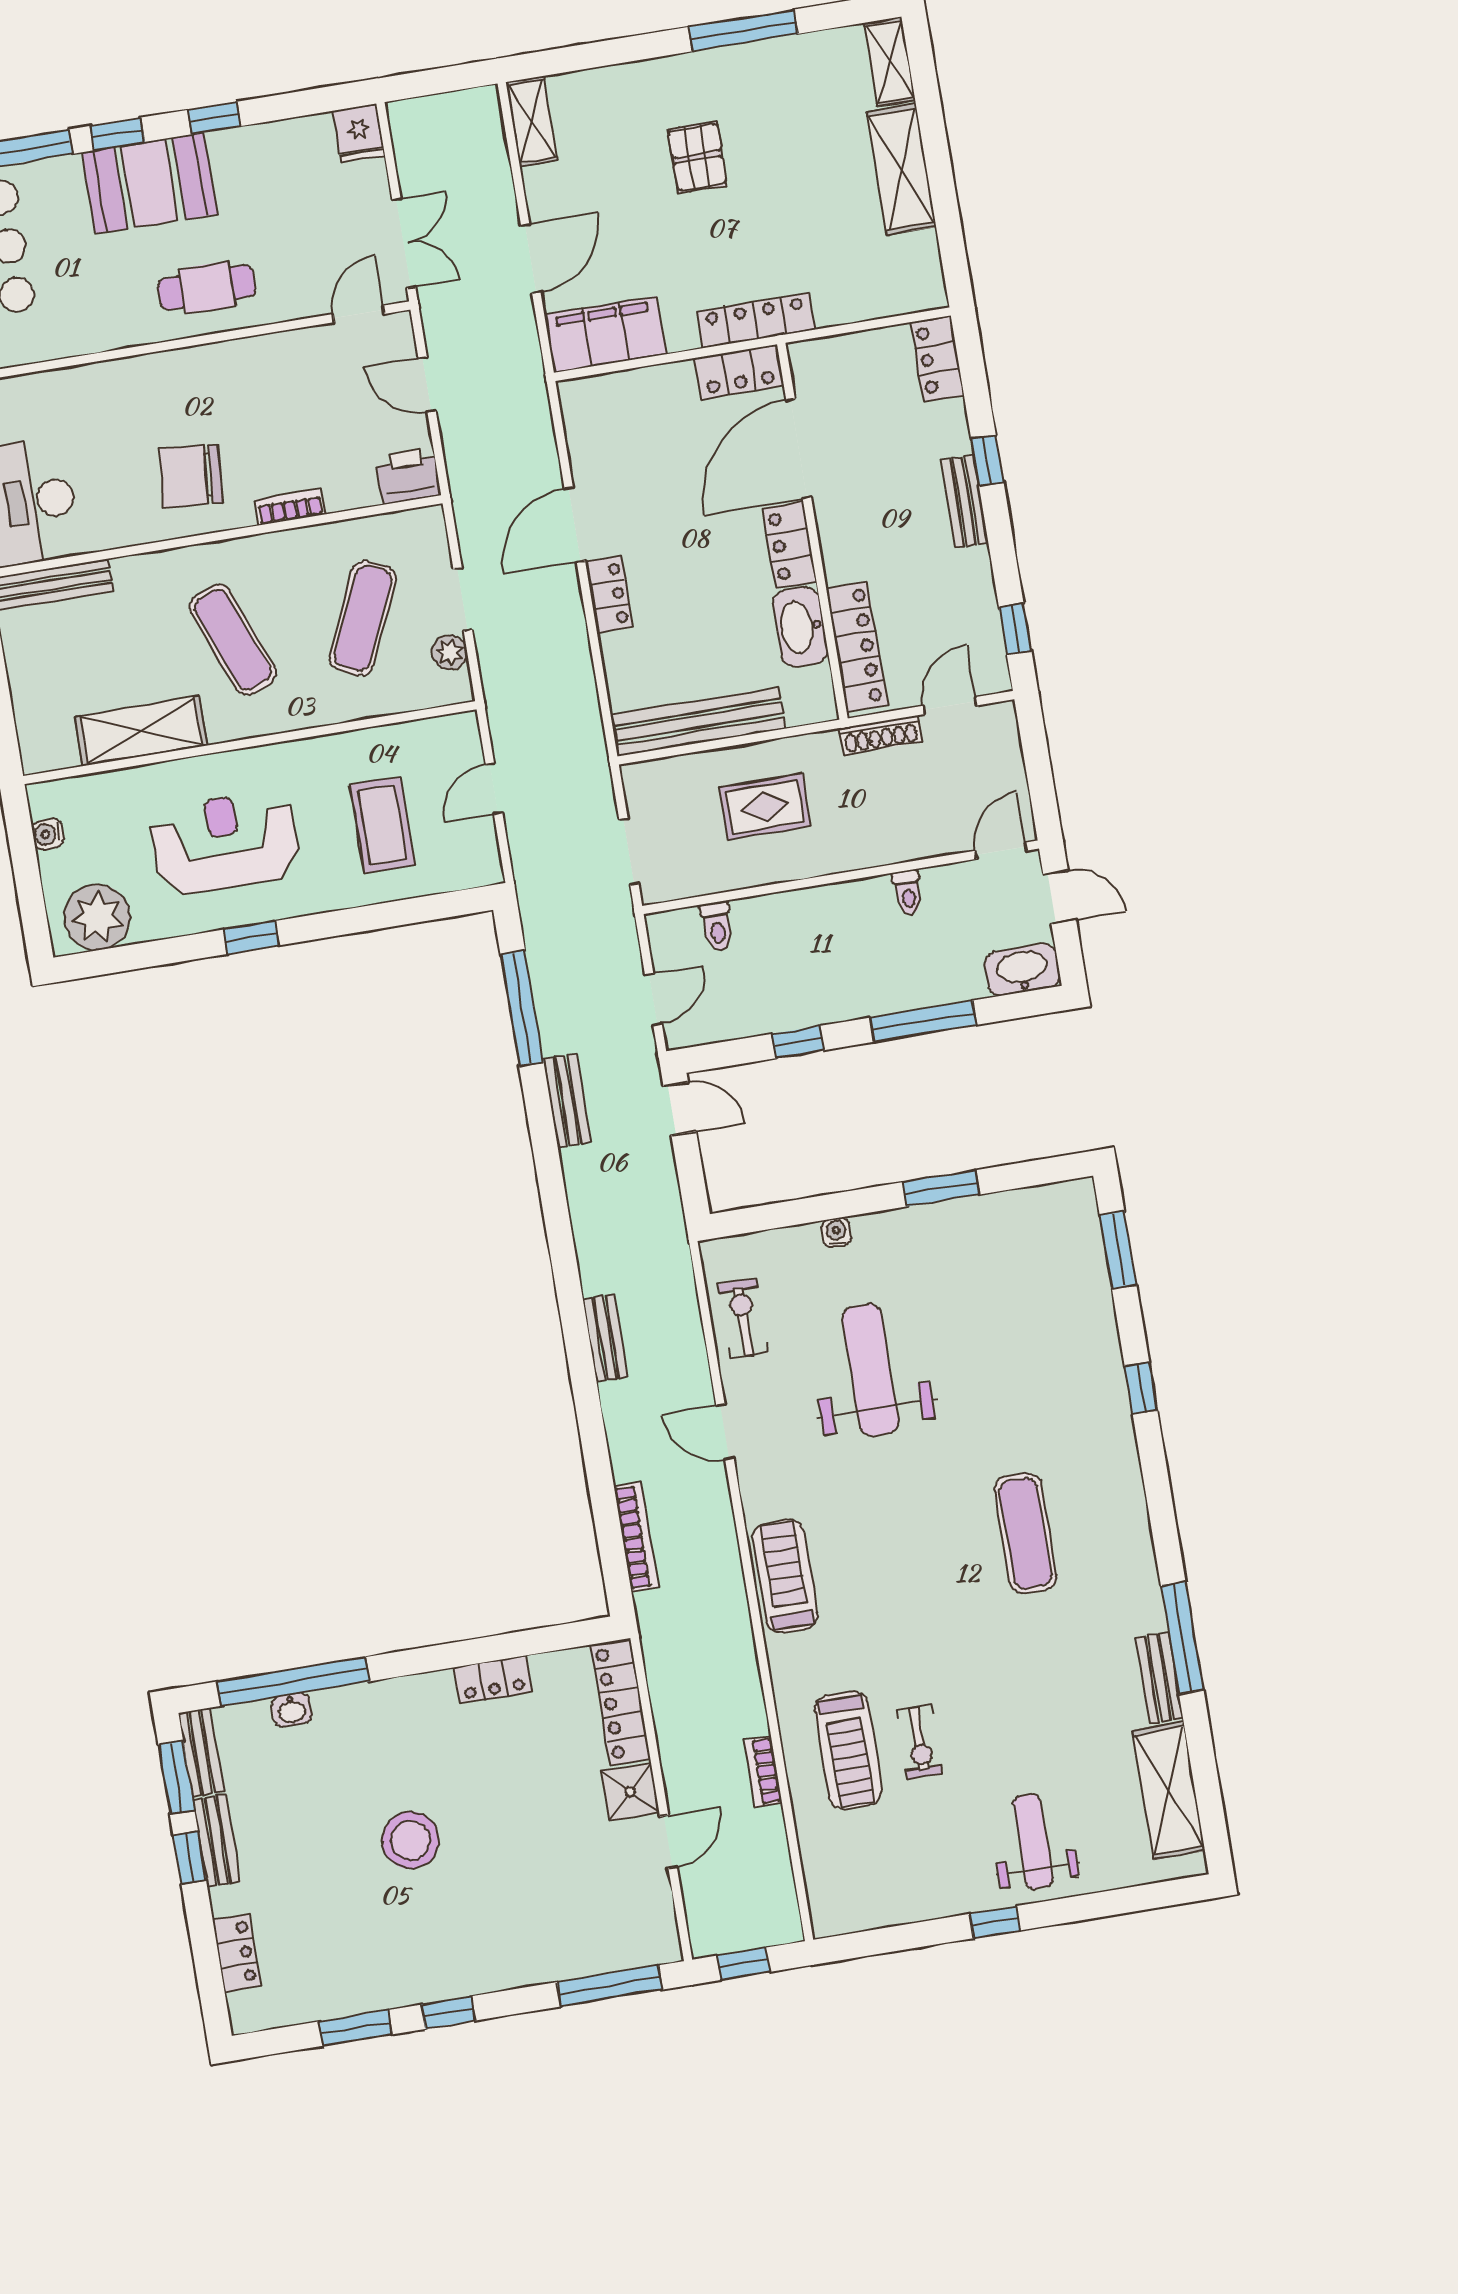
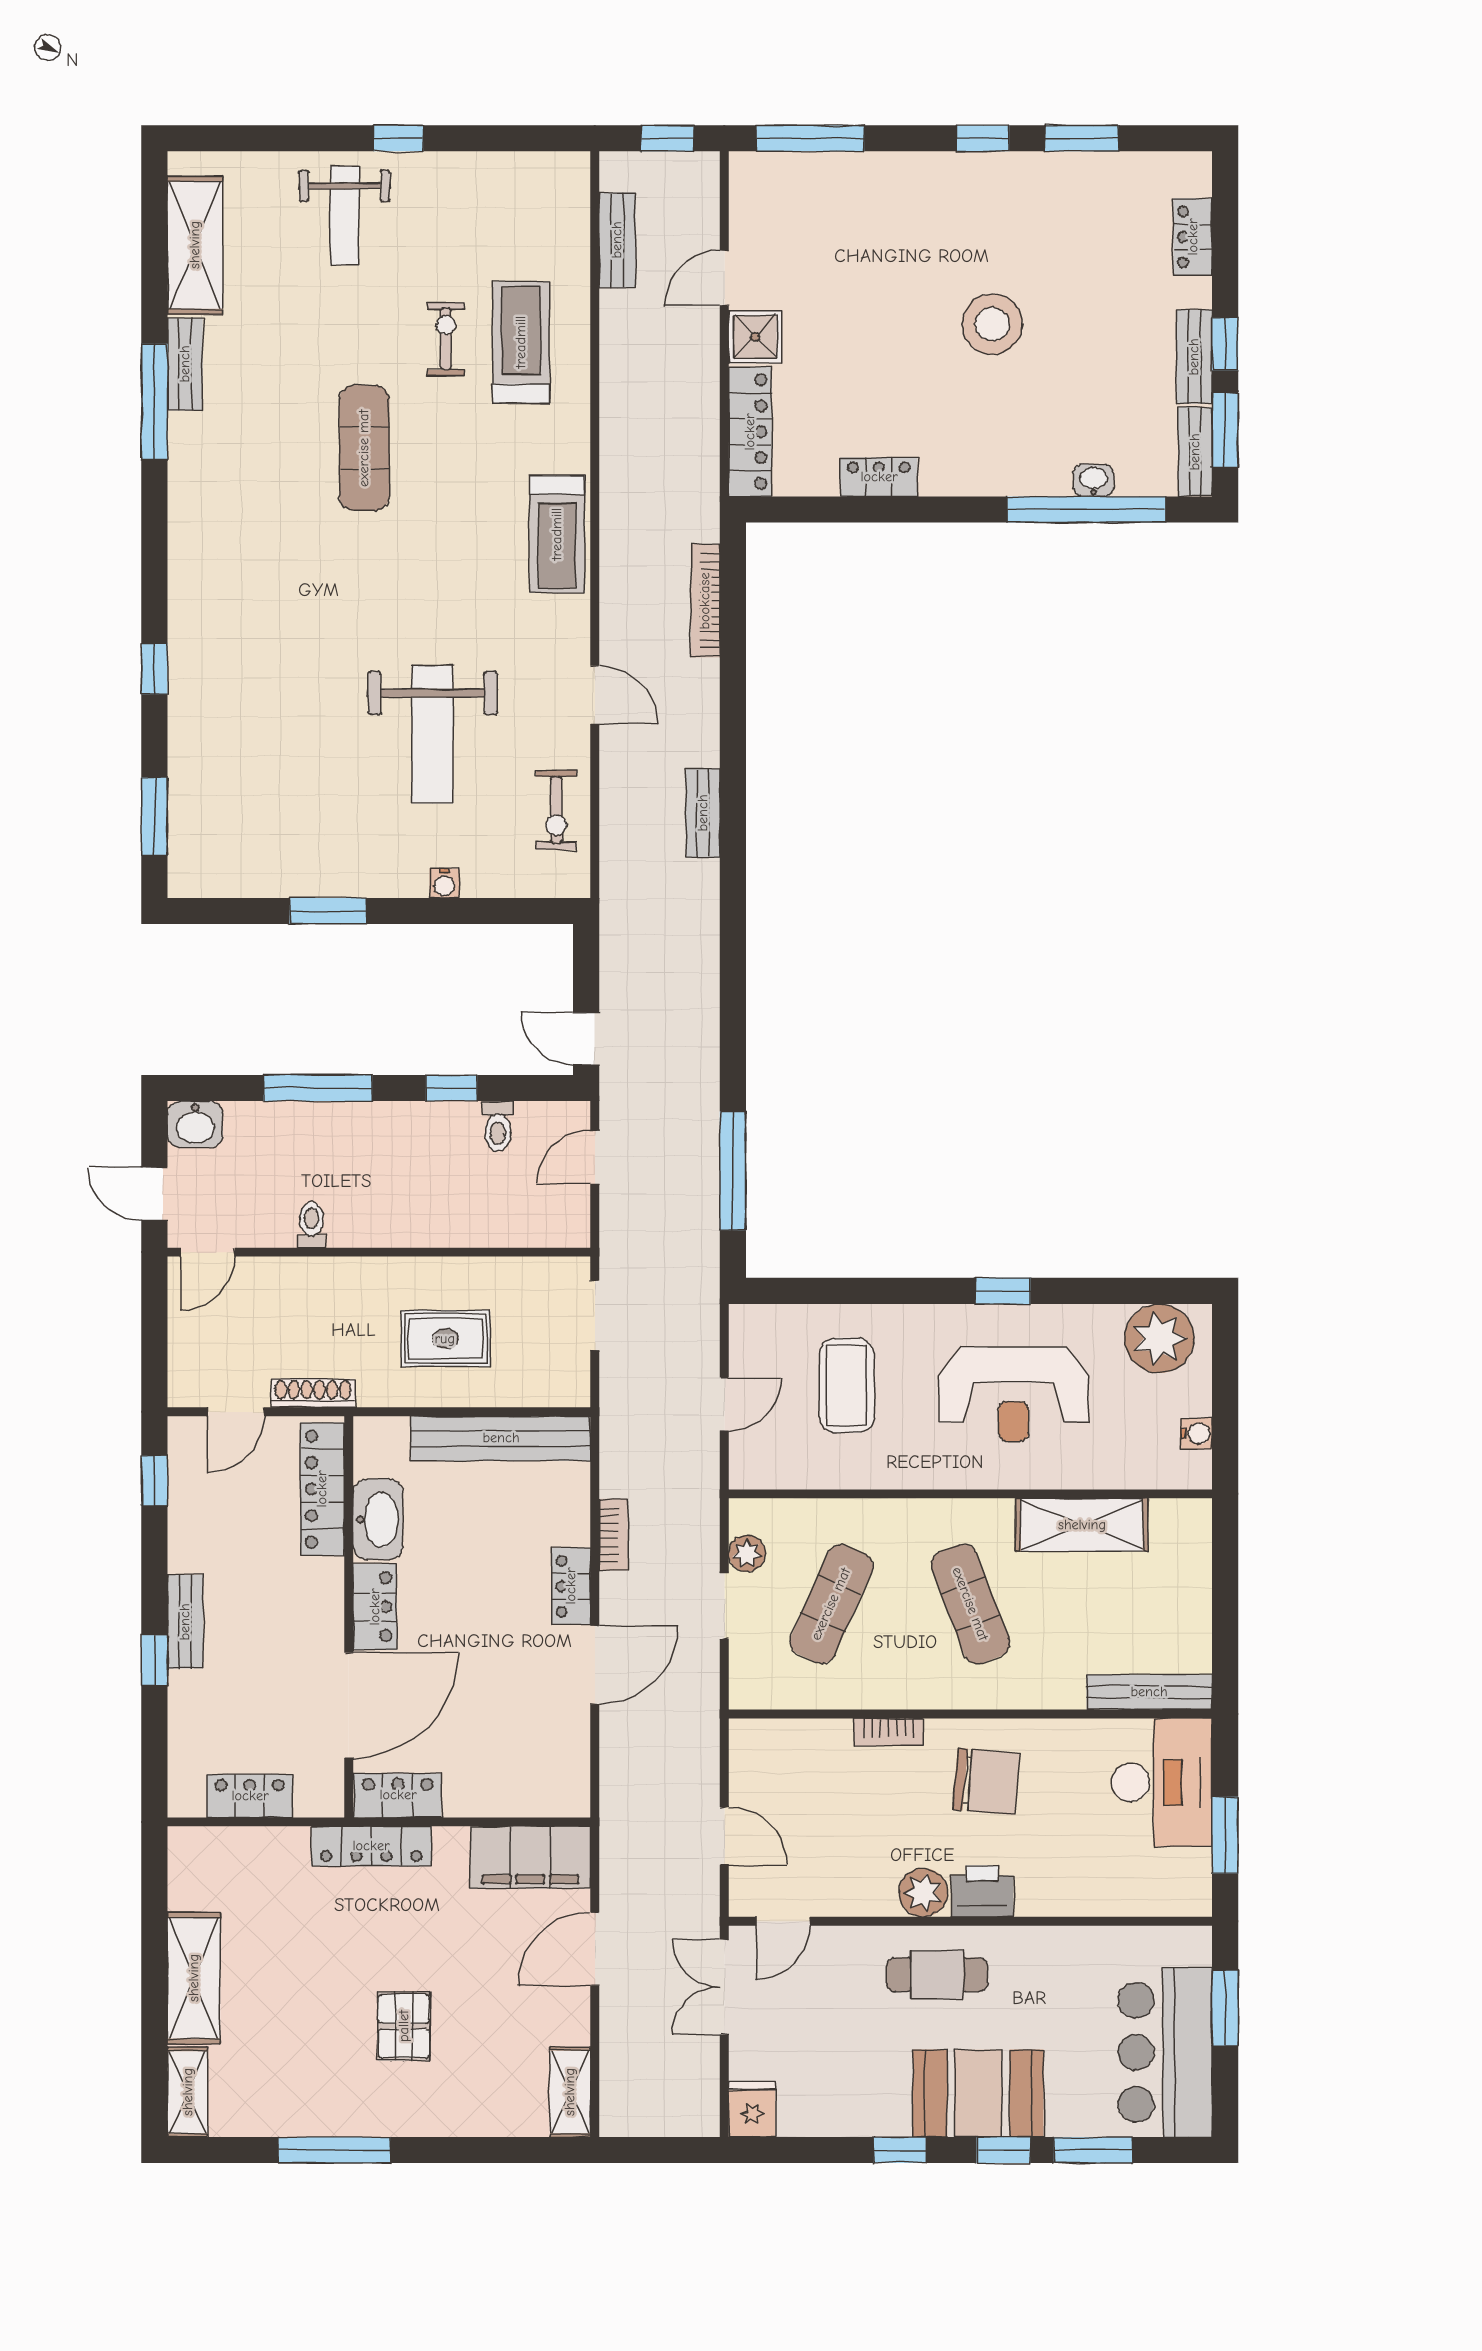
locker: (937, 359) -> (250, 1796), moved, turned -90
plant: (232, 362) -> (923, 1893), added
printer: (408, 476) -> (982, 1891), moved, turned 180
toilet: (717, 926) -> (498, 1126), moved, turned 180
washbasin: (1022, 970) -> (195, 1124), width x0.72
bench: (567, 1101) -> (617, 240), moved
exercise mat: (1025, 1533) -> (364, 448), moved
bookcase: (763, 1772) -> (613, 1535), moved

